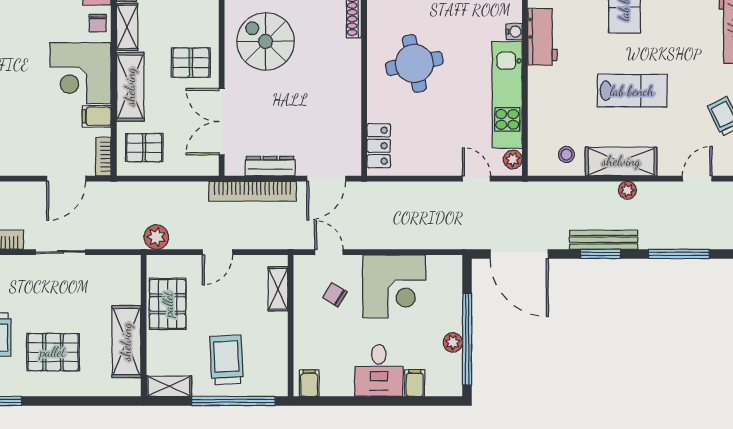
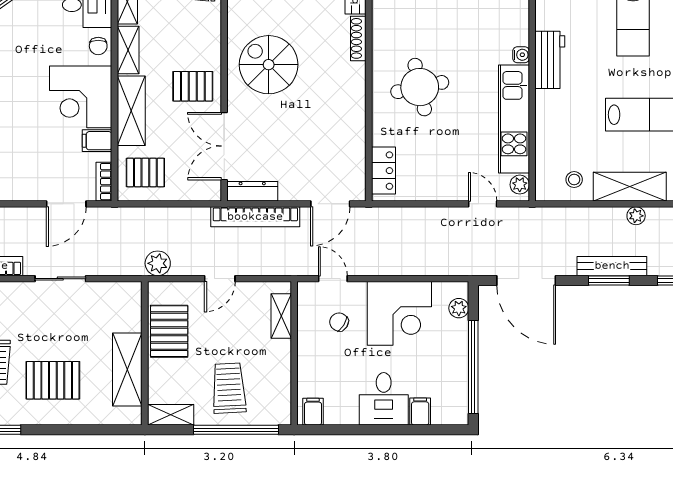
dresser: (270, 166) -> (252, 191), moved
plant: (453, 342) -> (459, 308), moved

